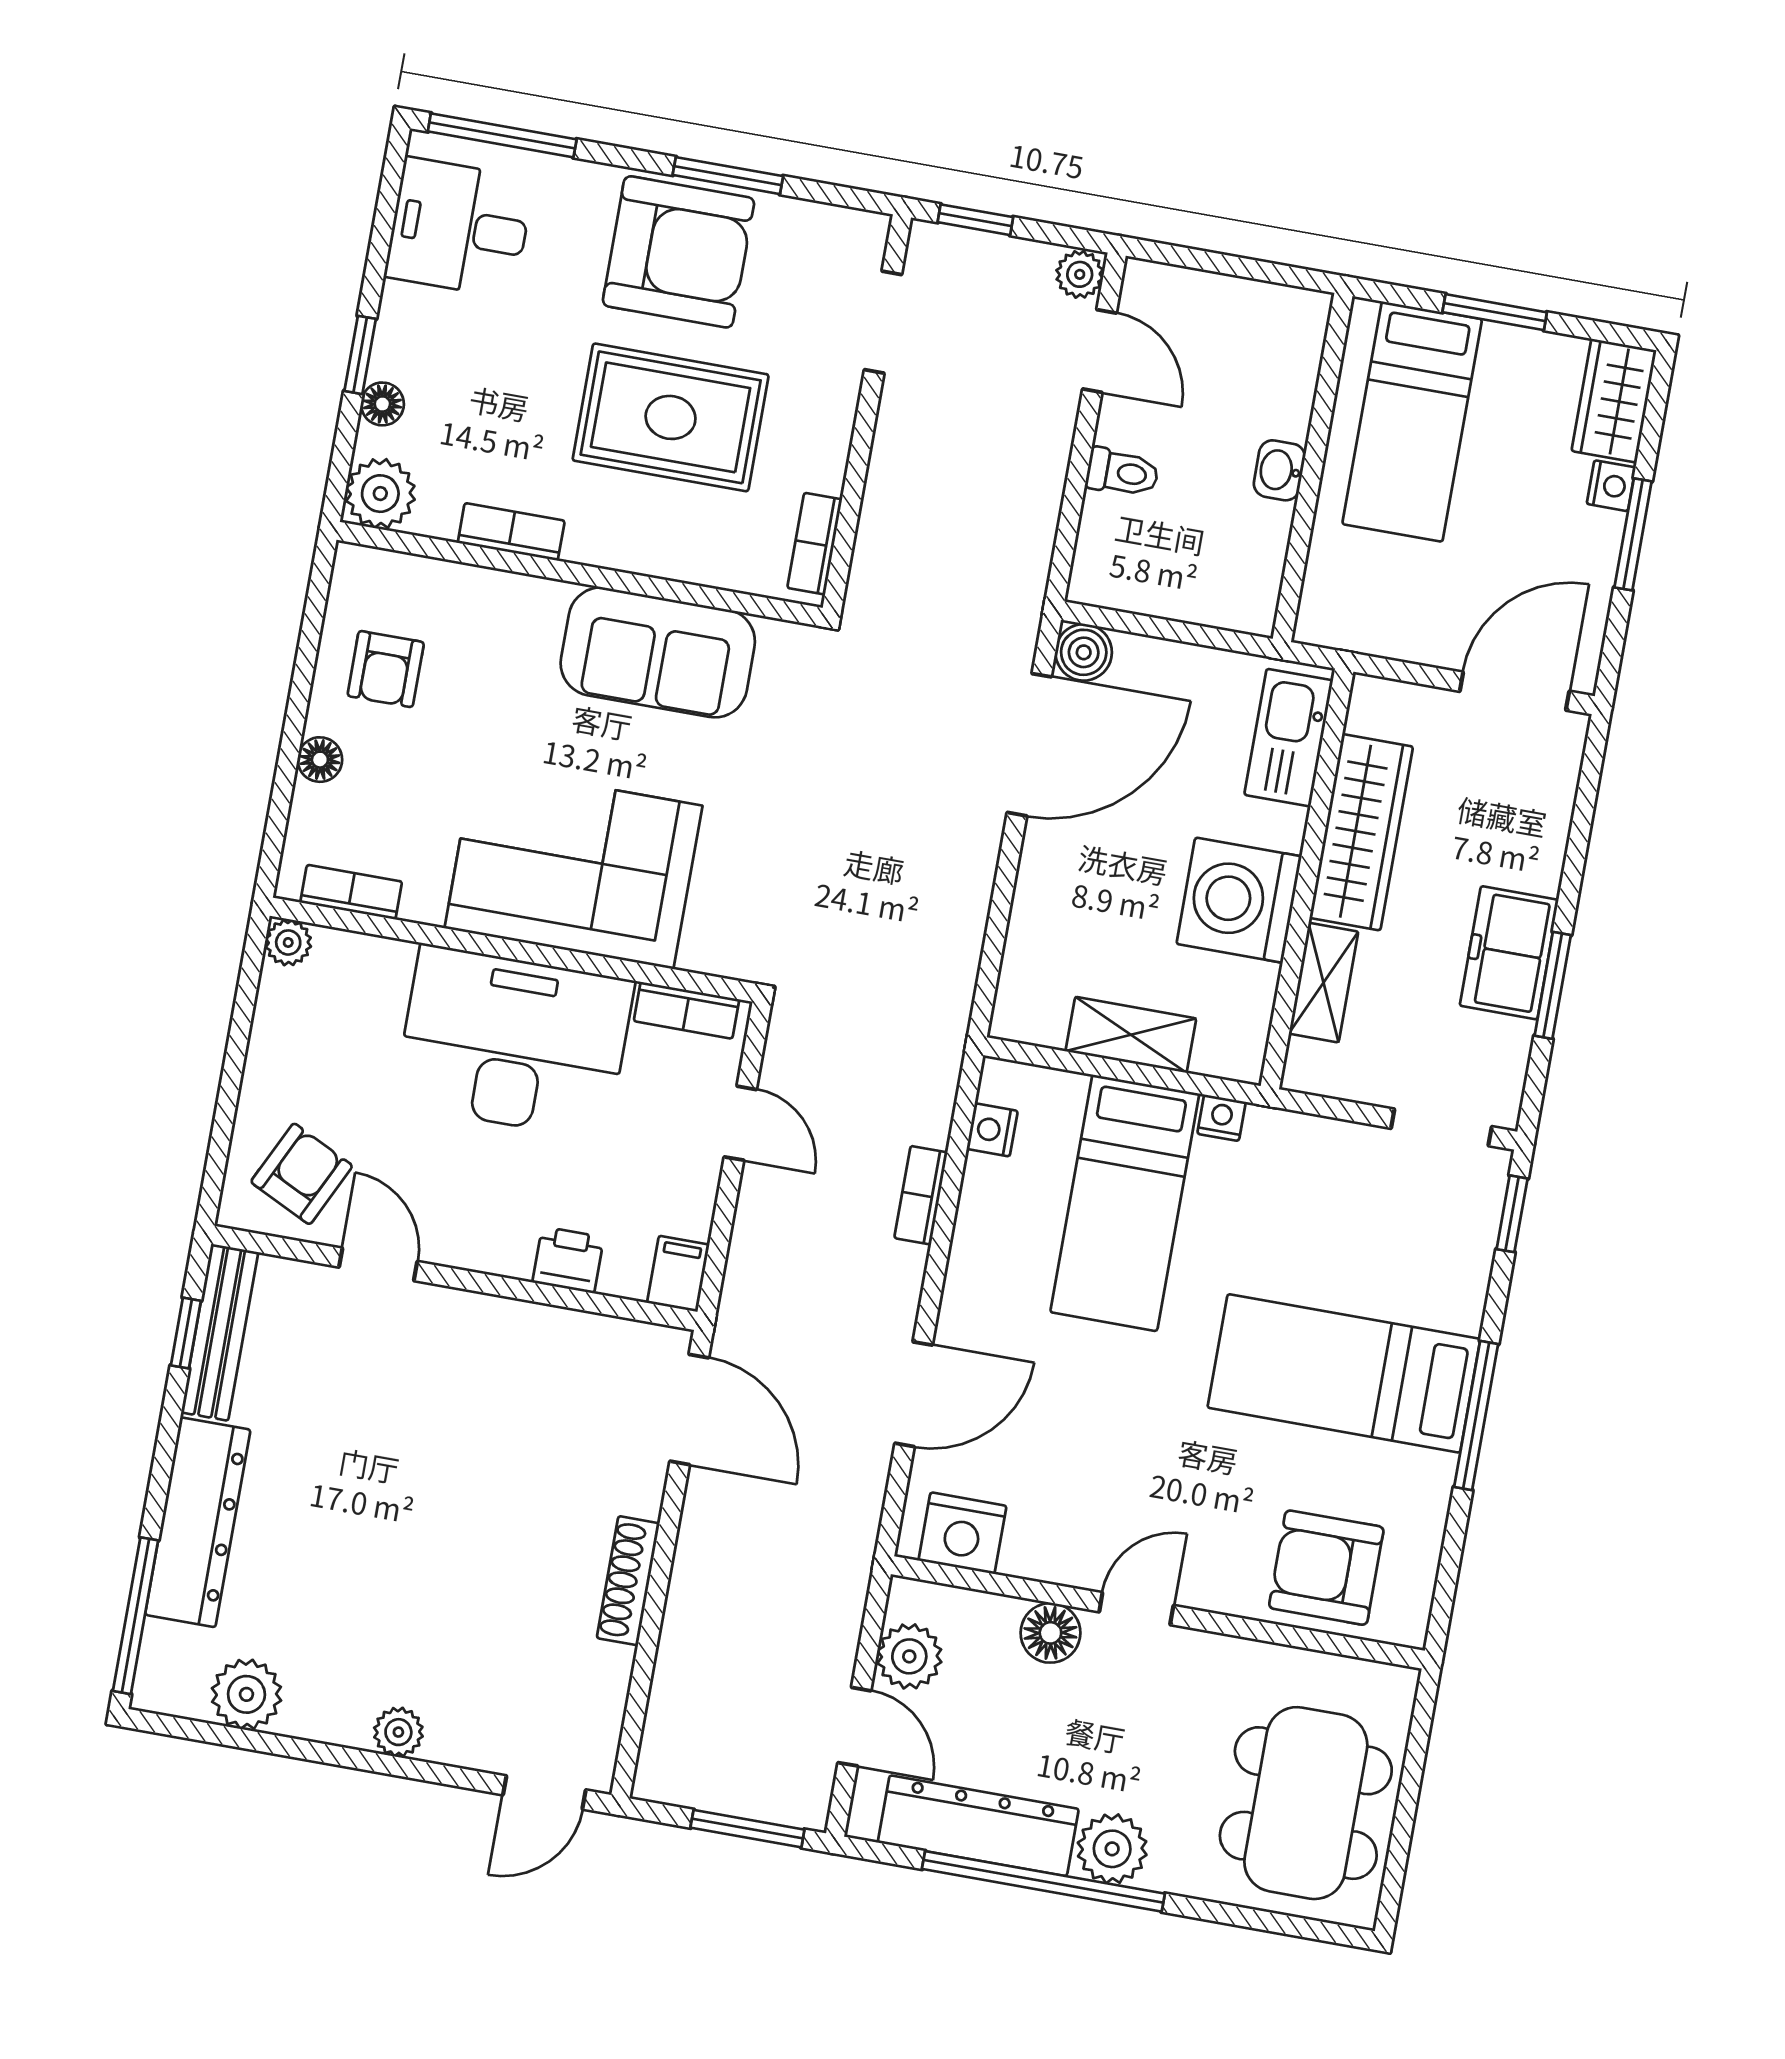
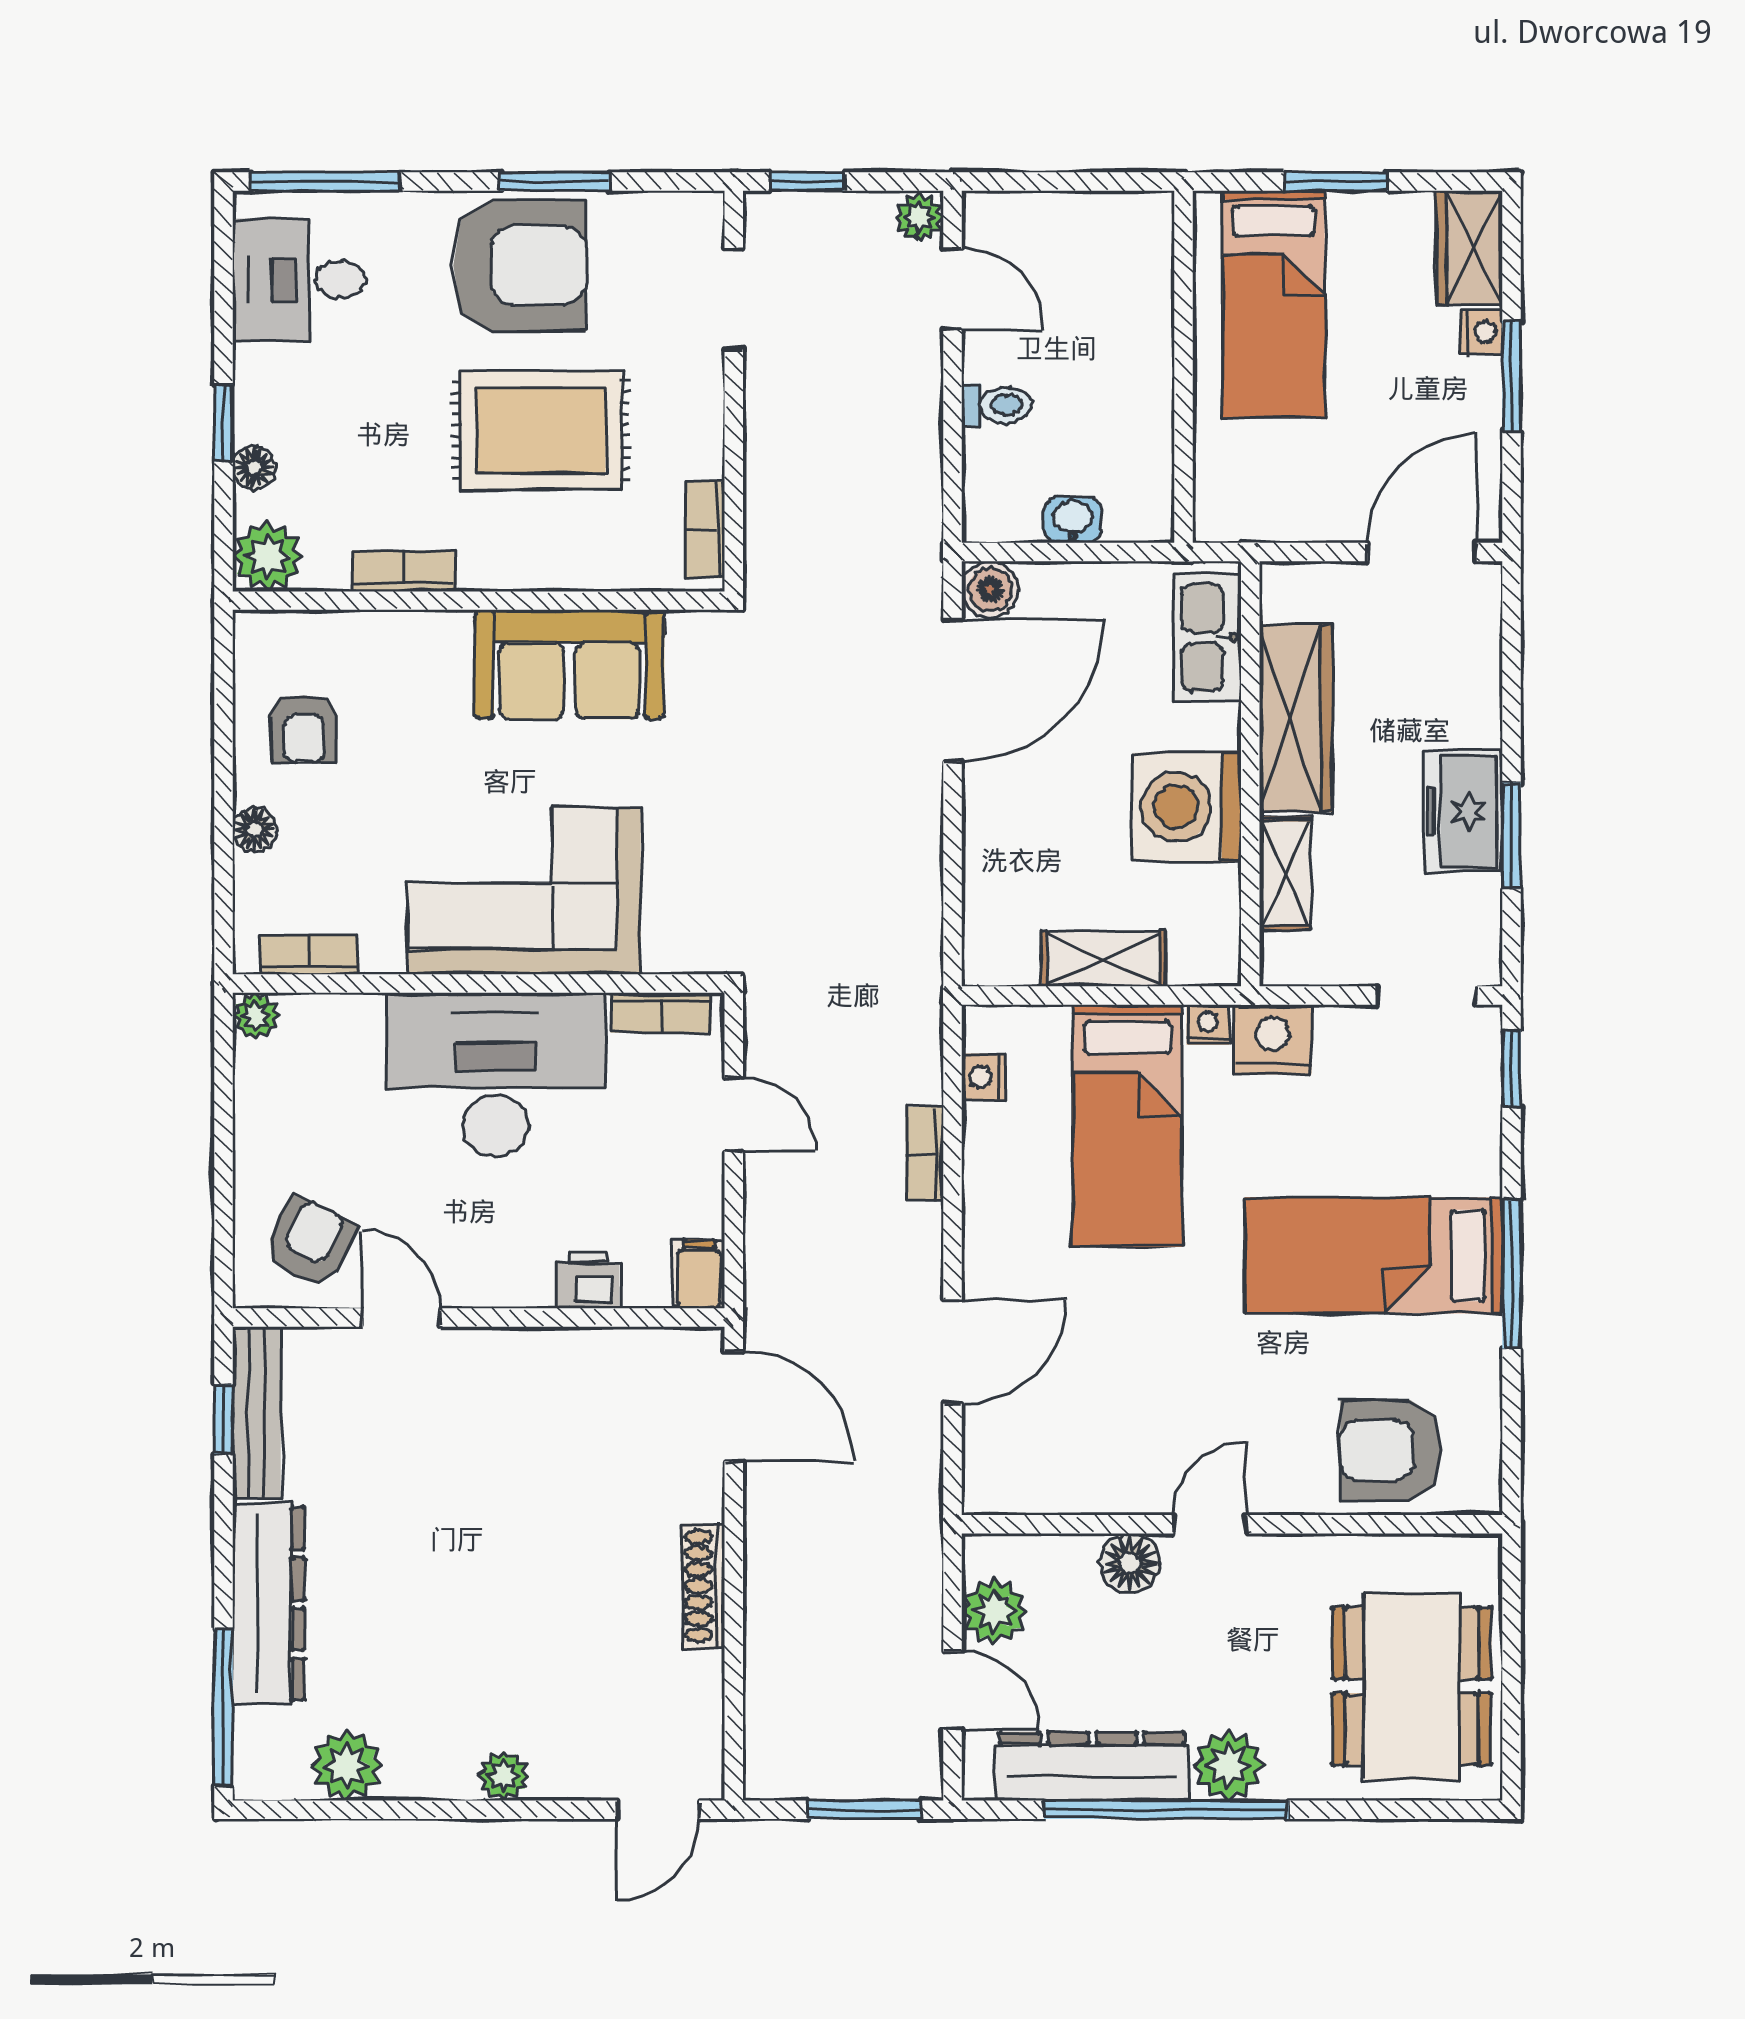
washbasin: (1279, 470) -> (1072, 520), moved, turned 90
nightstand: (962, 1533) -> (1273, 1039), moved, turned 180

